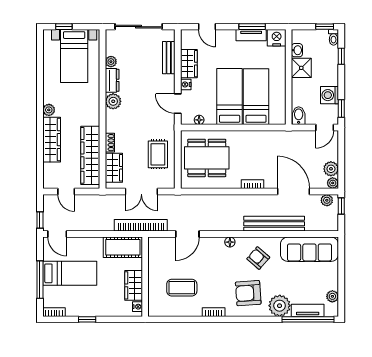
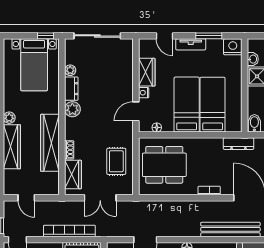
window: (64, 27) -> (45, 36), moved
tv unit: (251, 35) -> (191, 44), moved
bench: (169, 58) -> (127, 66), removed
door: (178, 104) -> (136, 111), hinge flipped
dresser: (282, 136) -> (238, 144), added
wardrobe: (90, 155) -> (50, 143), moved
bookcase: (141, 225) -> (69, 231), moved

